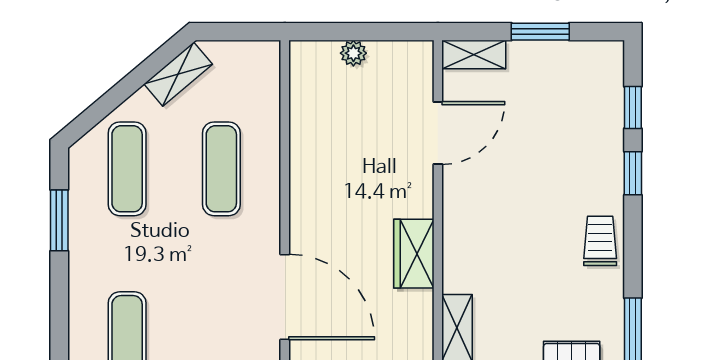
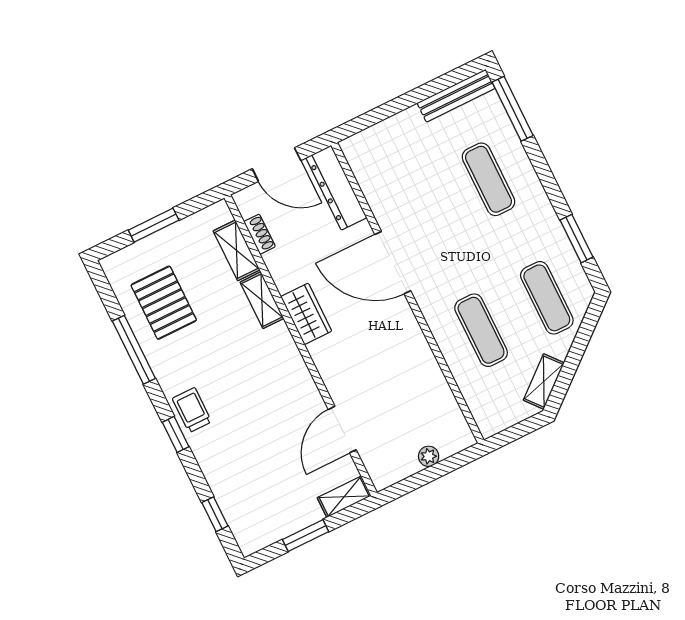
window: (633, 173) -> (176, 434), moved
trolley: (600, 241) -> (192, 410), turned 180
wardrobe: (414, 254) -> (306, 314), moved

